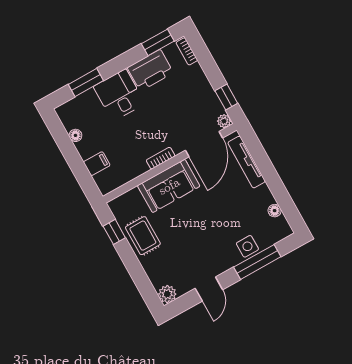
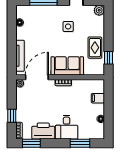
window: (226, 97) -> (12, 116), moved
side table: (247, 246) -> (68, 27), moved

